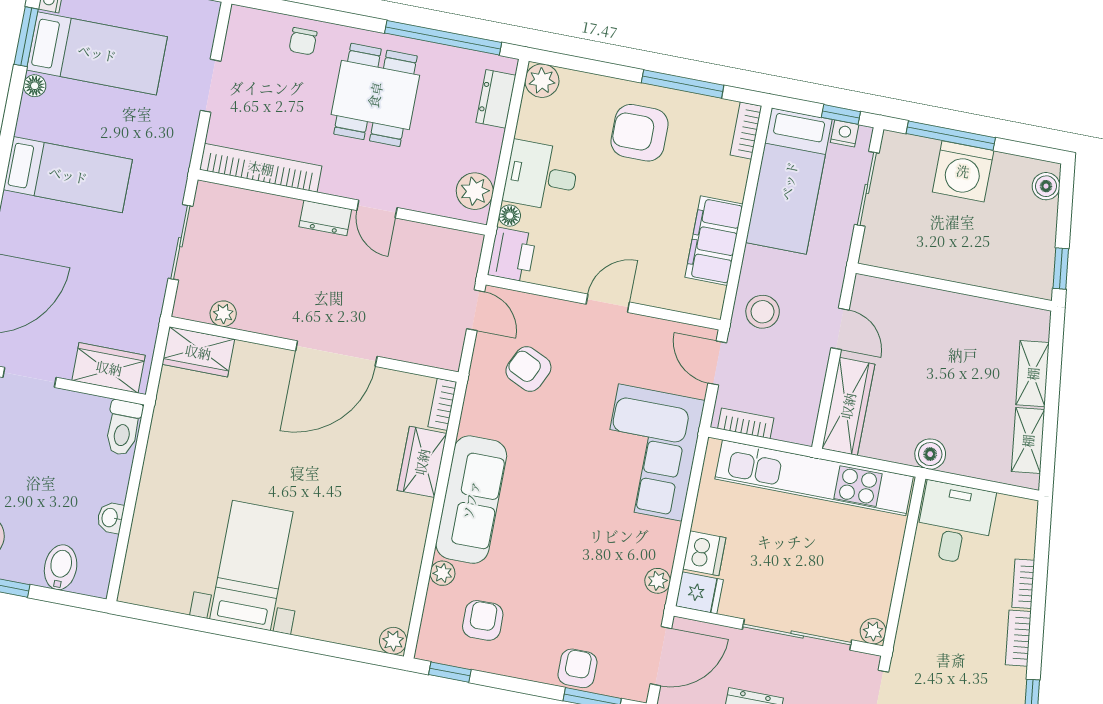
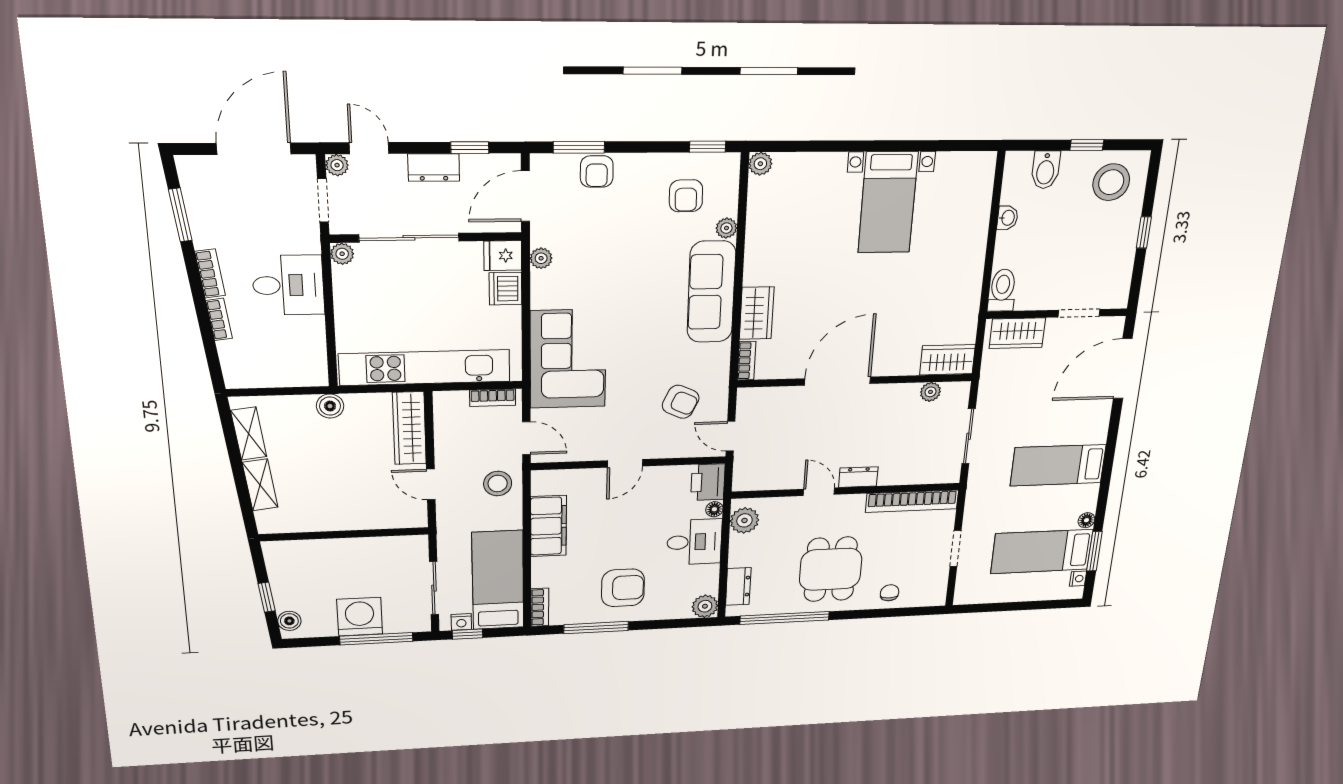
window: (1061, 268) -> (267, 597), moved
desk: (955, 523) -> (288, 285), moved, turned -90

